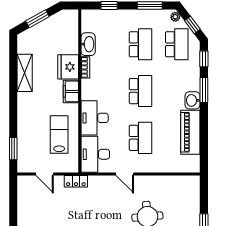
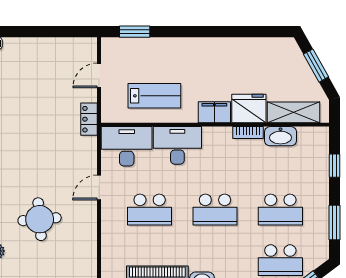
plant: (175, 17) -> (319, 258), removed
shelving: (25, 73) -> (293, 112), moved

